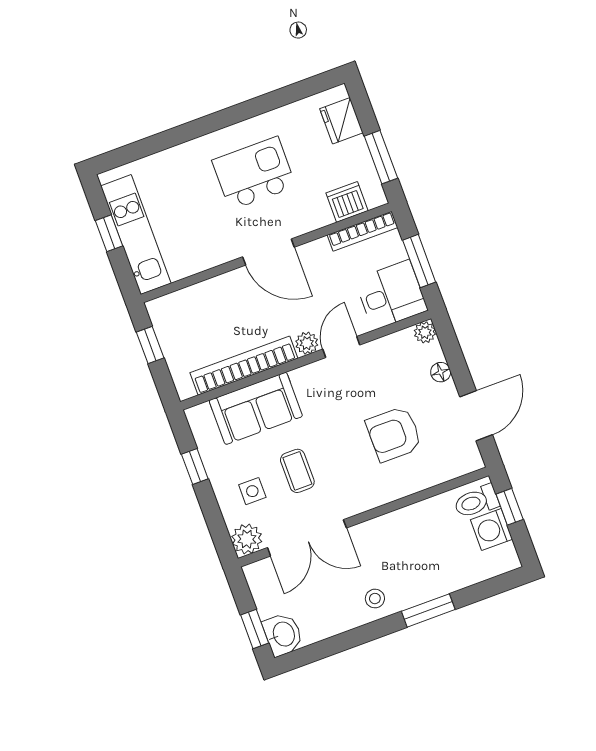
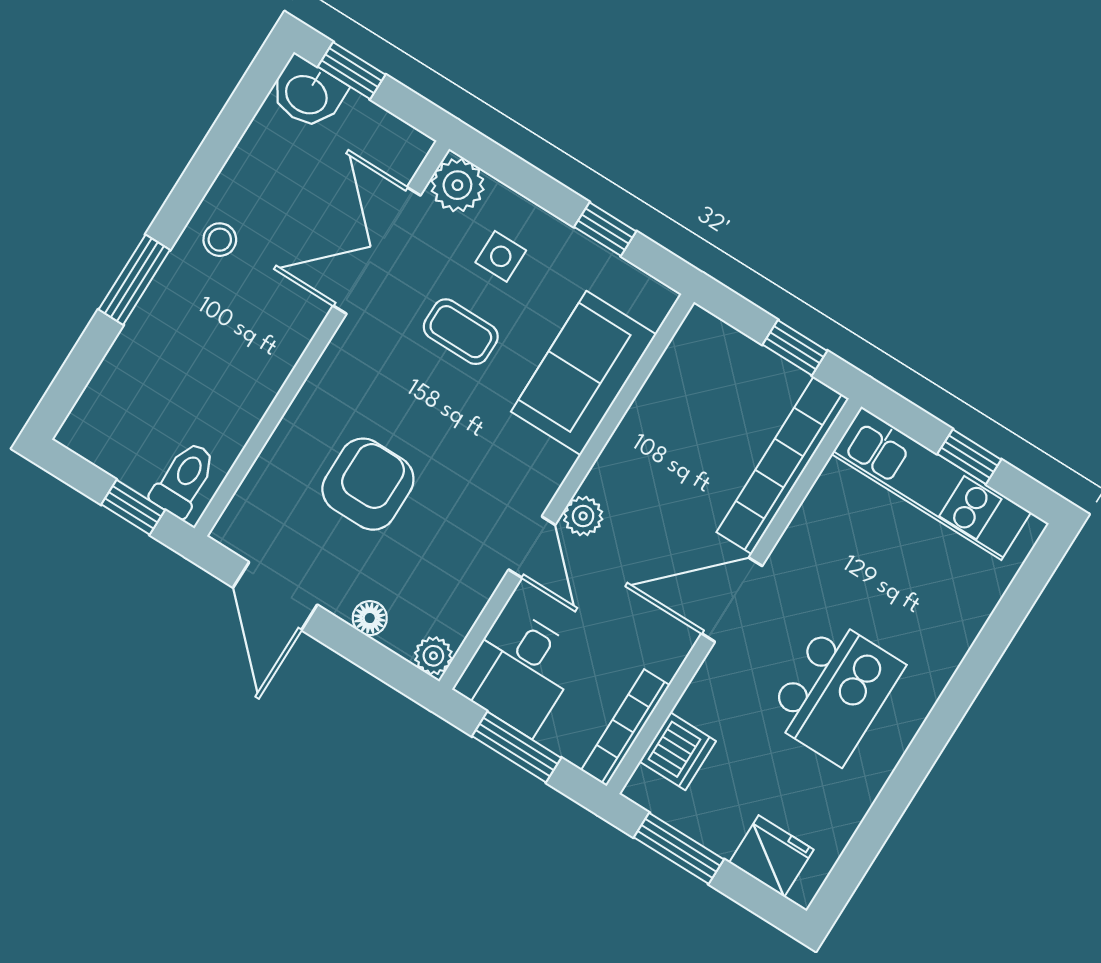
bookcase: (244, 365) -> (783, 465), moved, turned 180
washing machine: (491, 530) -> (134, 457), removed

